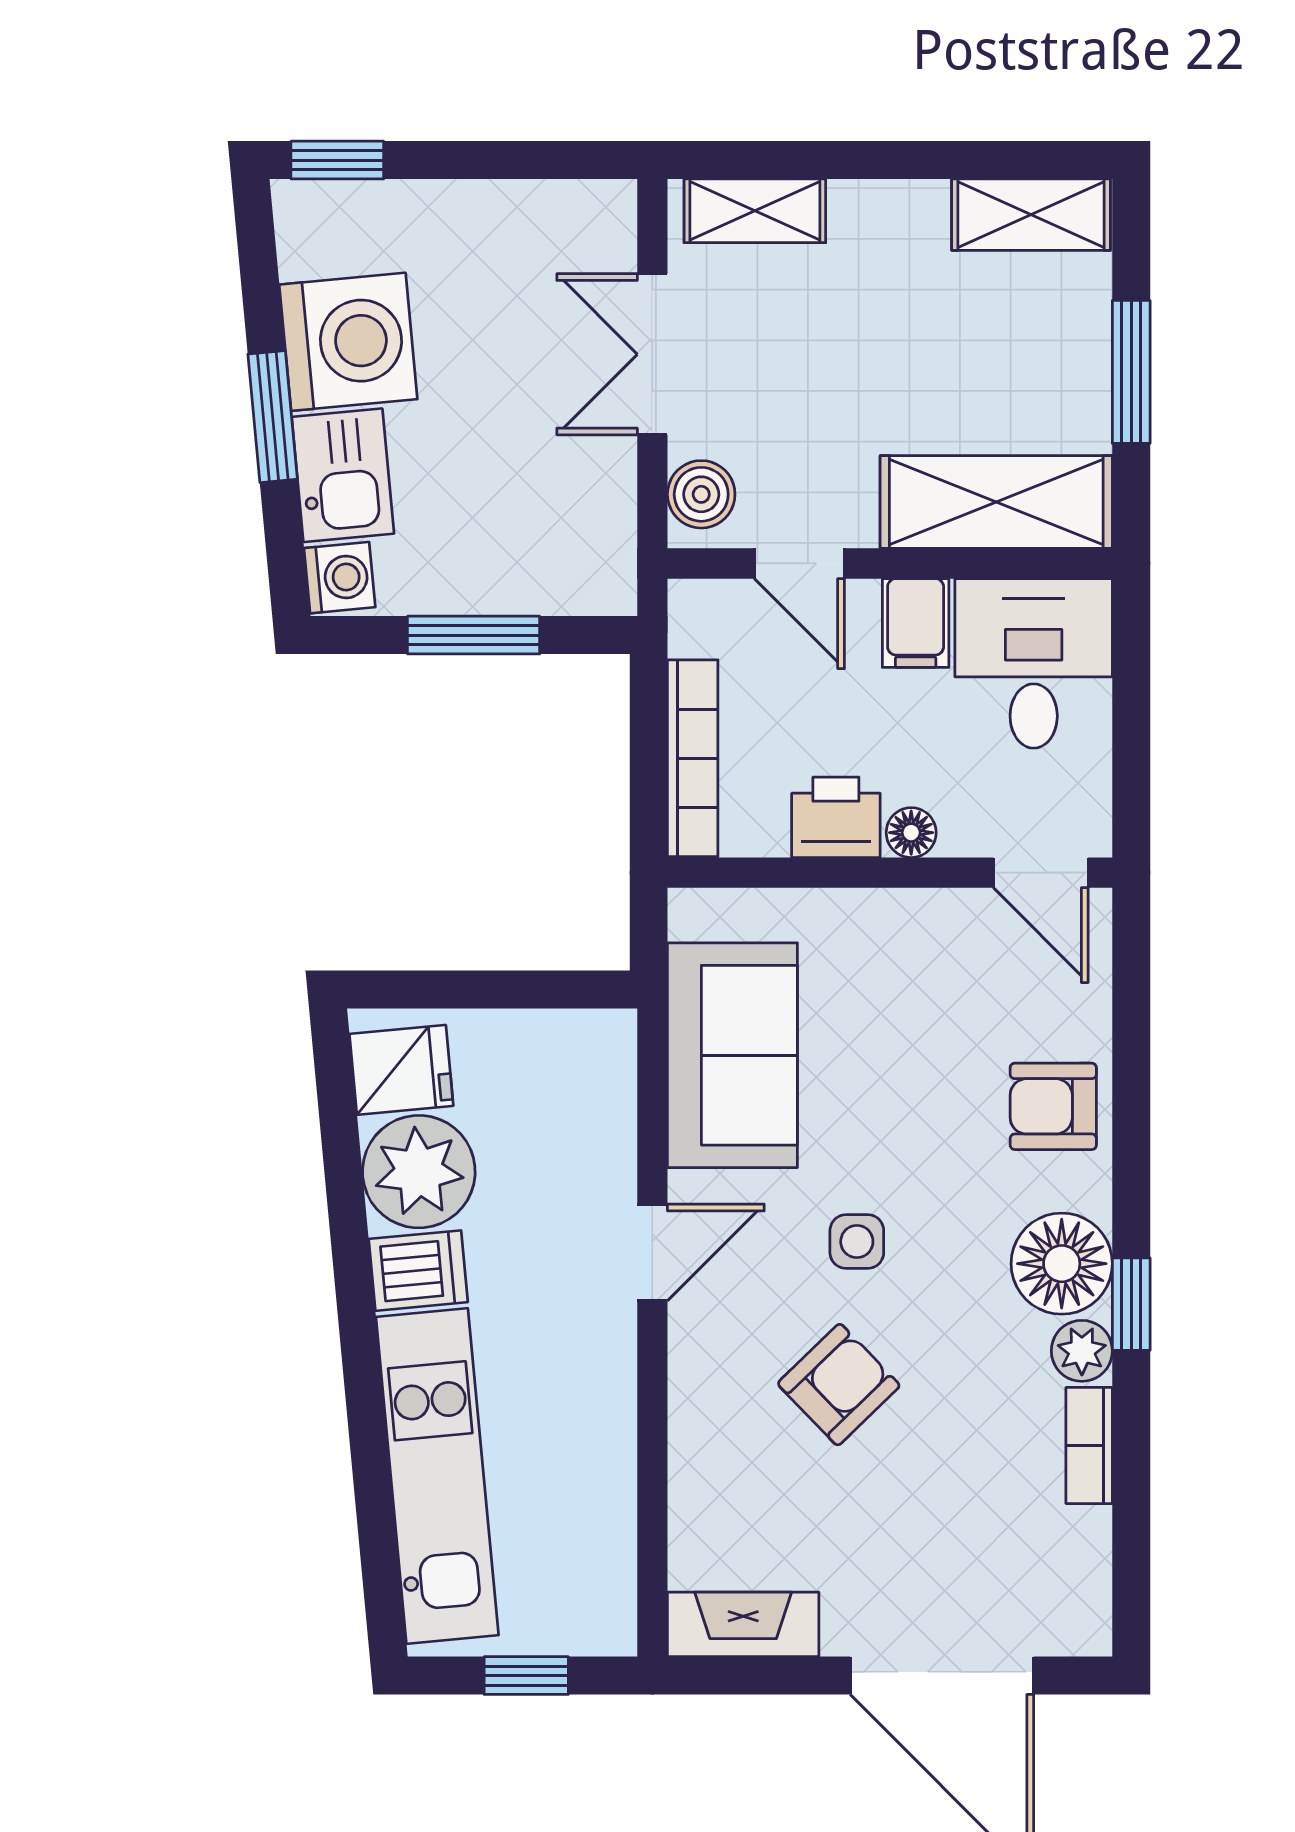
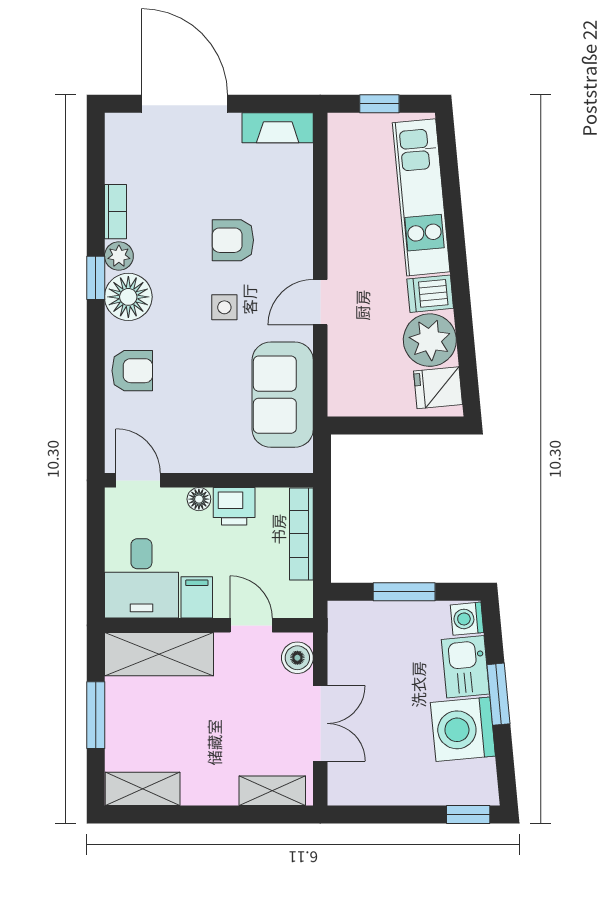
armchair: (839, 1385) -> (233, 240), turned 44

